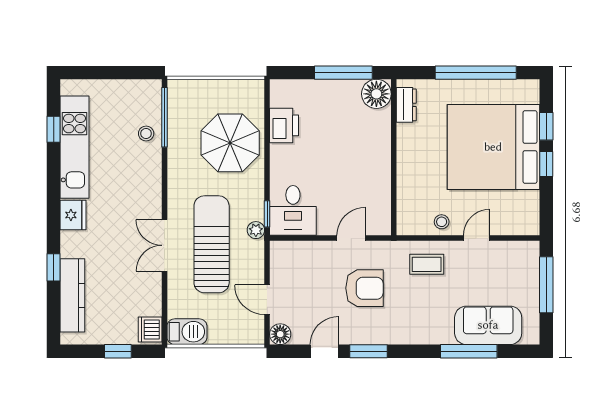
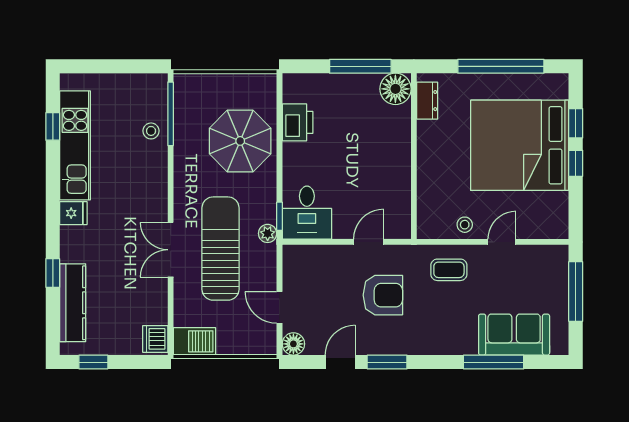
fridge: (73, 215) -> (73, 213), width x0.72
window: (118, 351) -> (93, 362), moved

